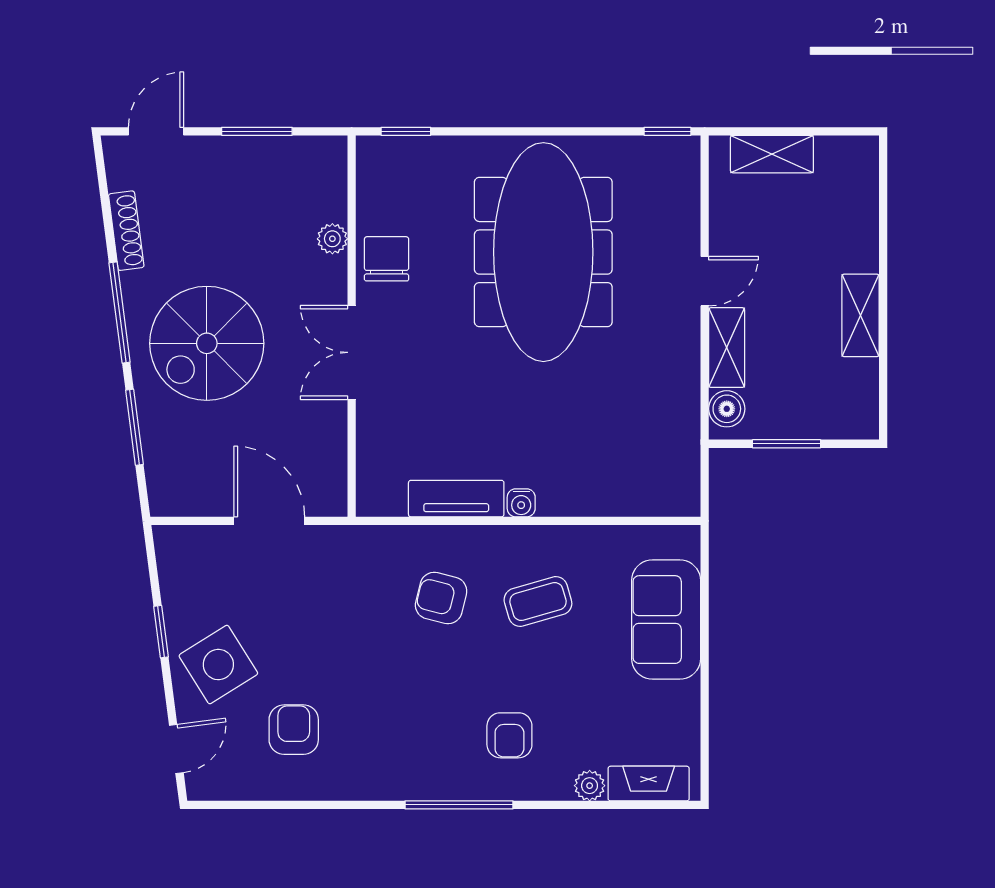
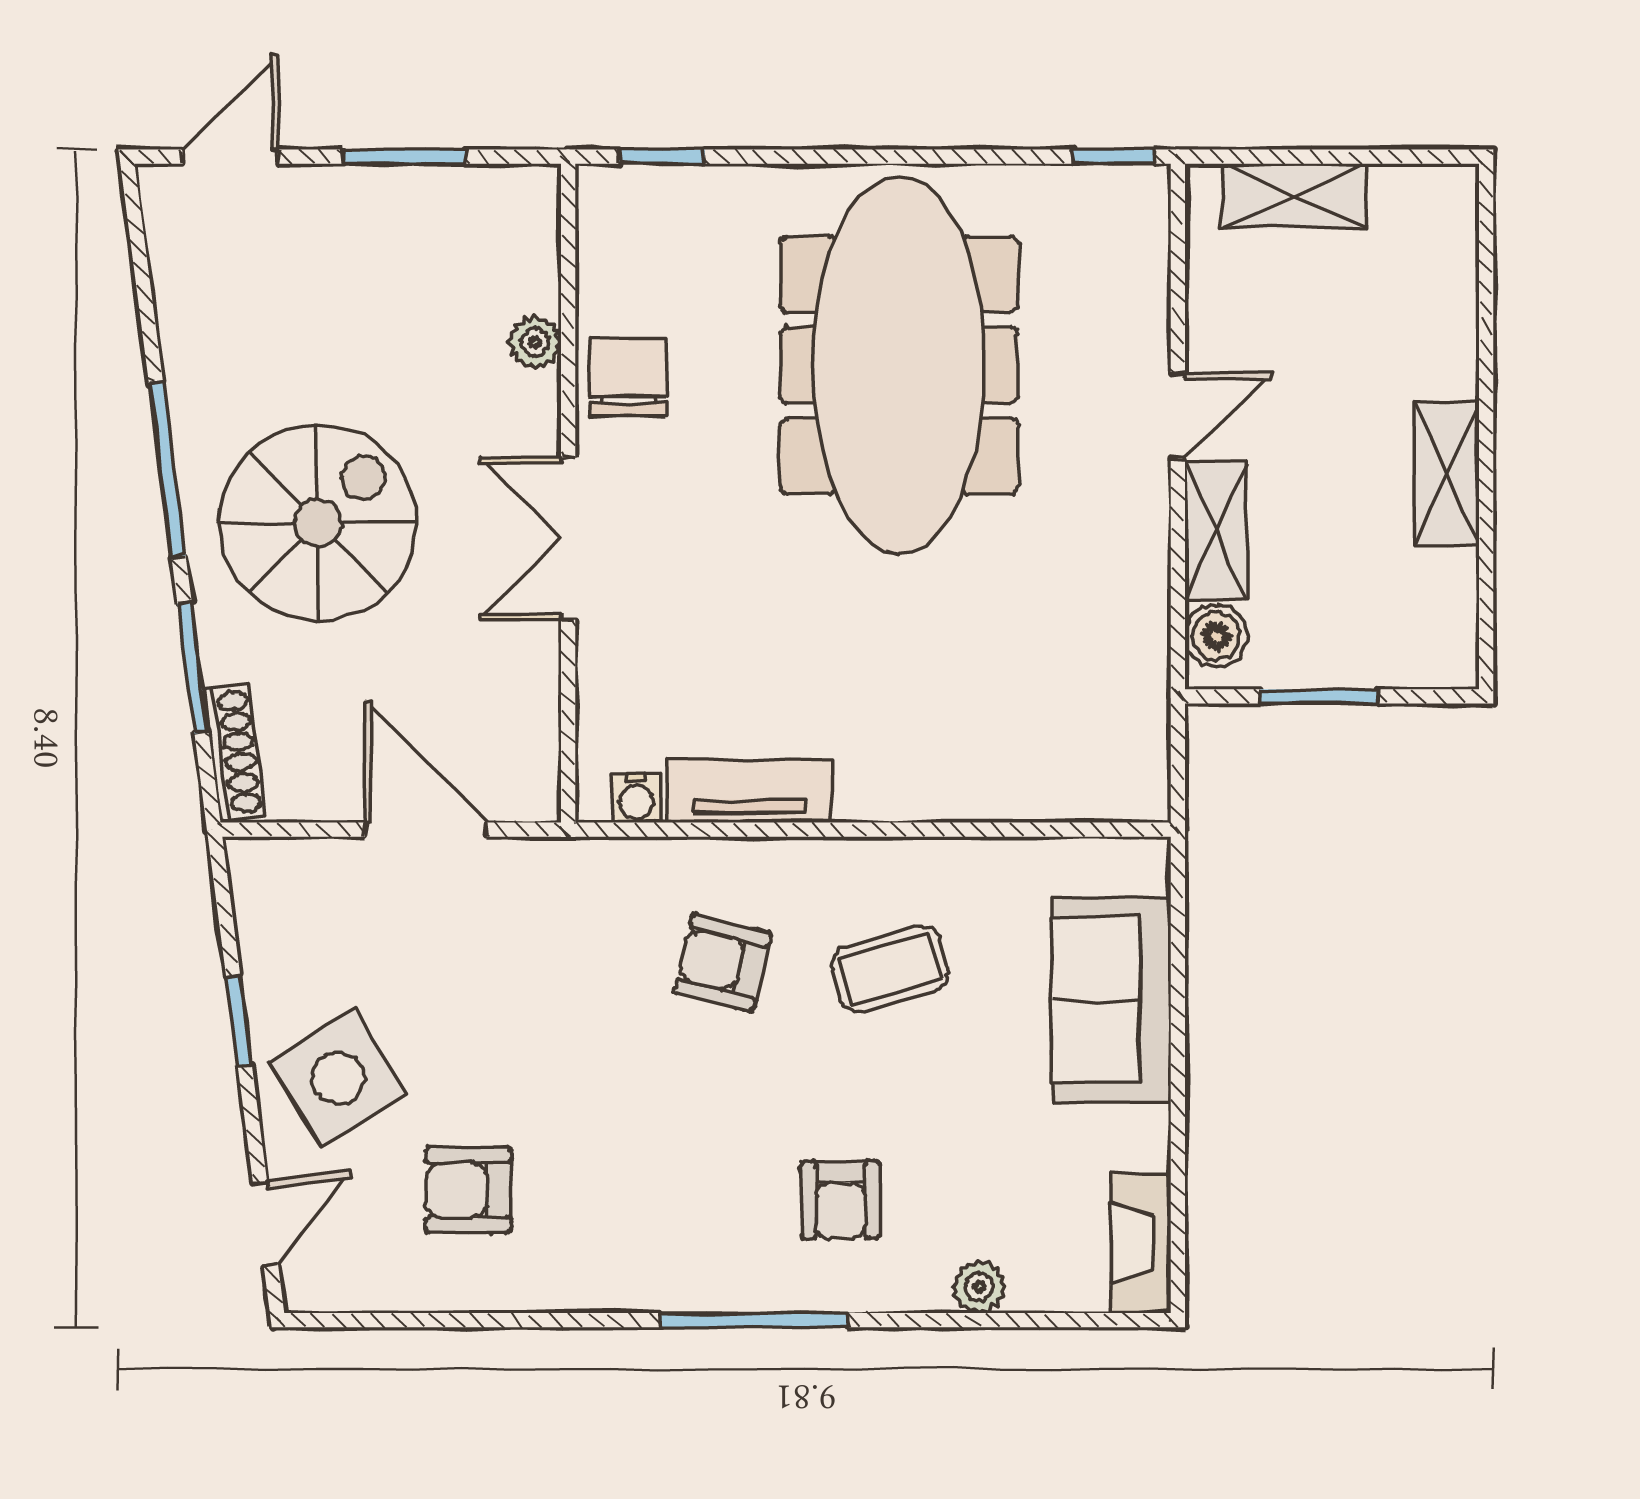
shoe rack: (126, 231) -> (234, 753), moved
spiral stairs: (207, 343) -> (318, 523), turned 180
water cooler: (521, 503) -> (637, 798), moved
armchair: (294, 730) -> (468, 1190), turned -90
fireplace: (649, 784) -> (1141, 1243), moved, turned -90

